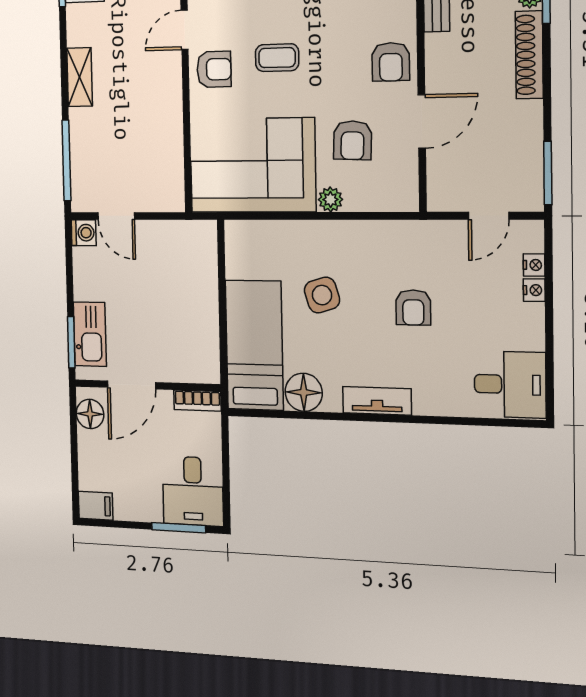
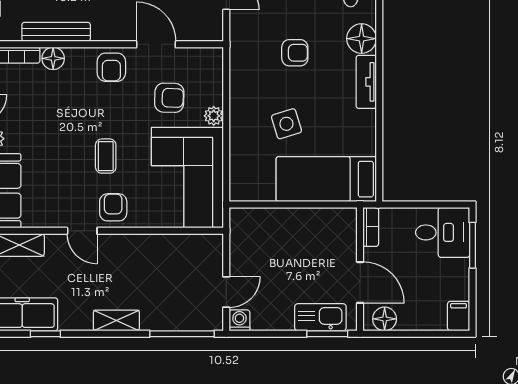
armchair: (391, 62) -> (111, 67), turned 90
floor lamp: (304, 392) -> (362, 39), moved

